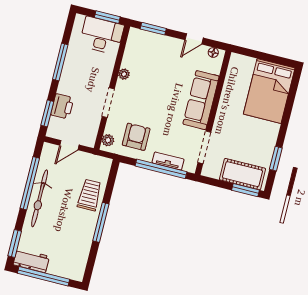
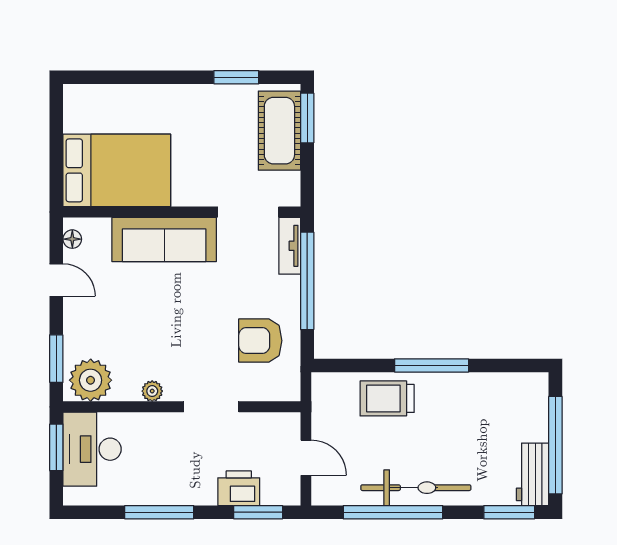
bed: (269, 91) -> (117, 170), moved
plant: (108, 140) -> (91, 380), moved, width x1.87, depth x1.87
tv unit: (168, 161) -> (290, 246), moved

